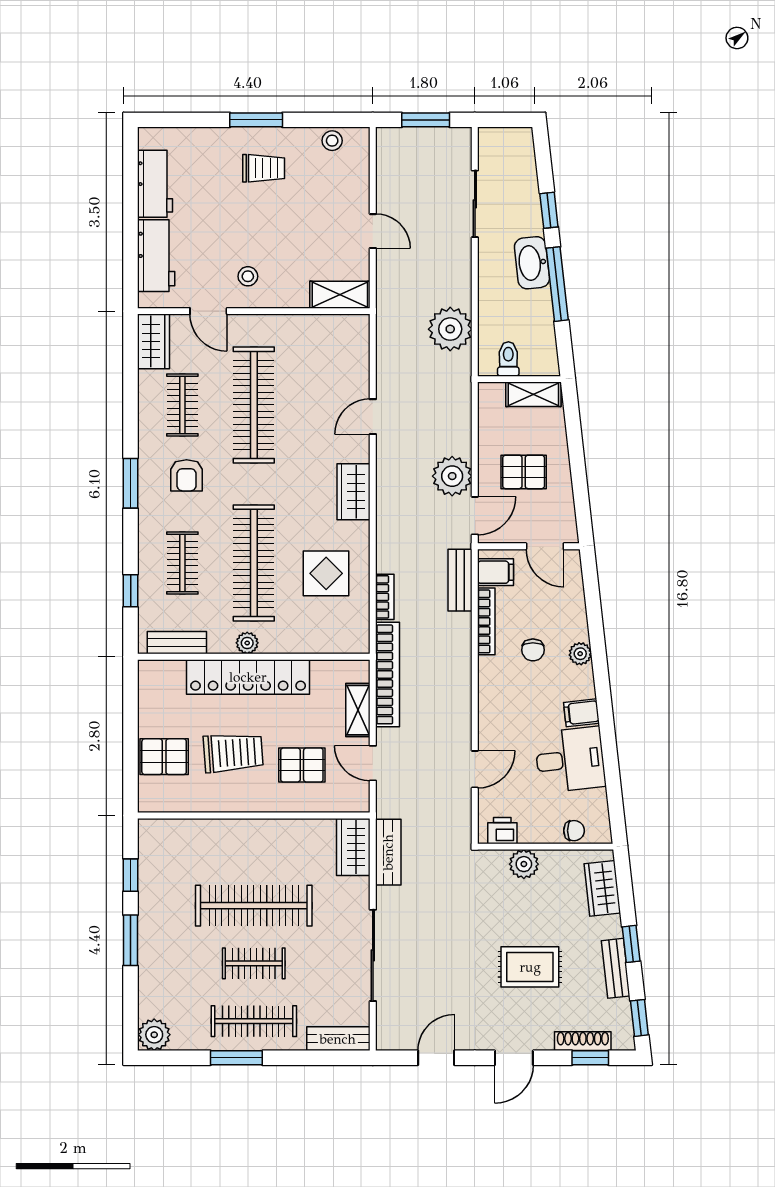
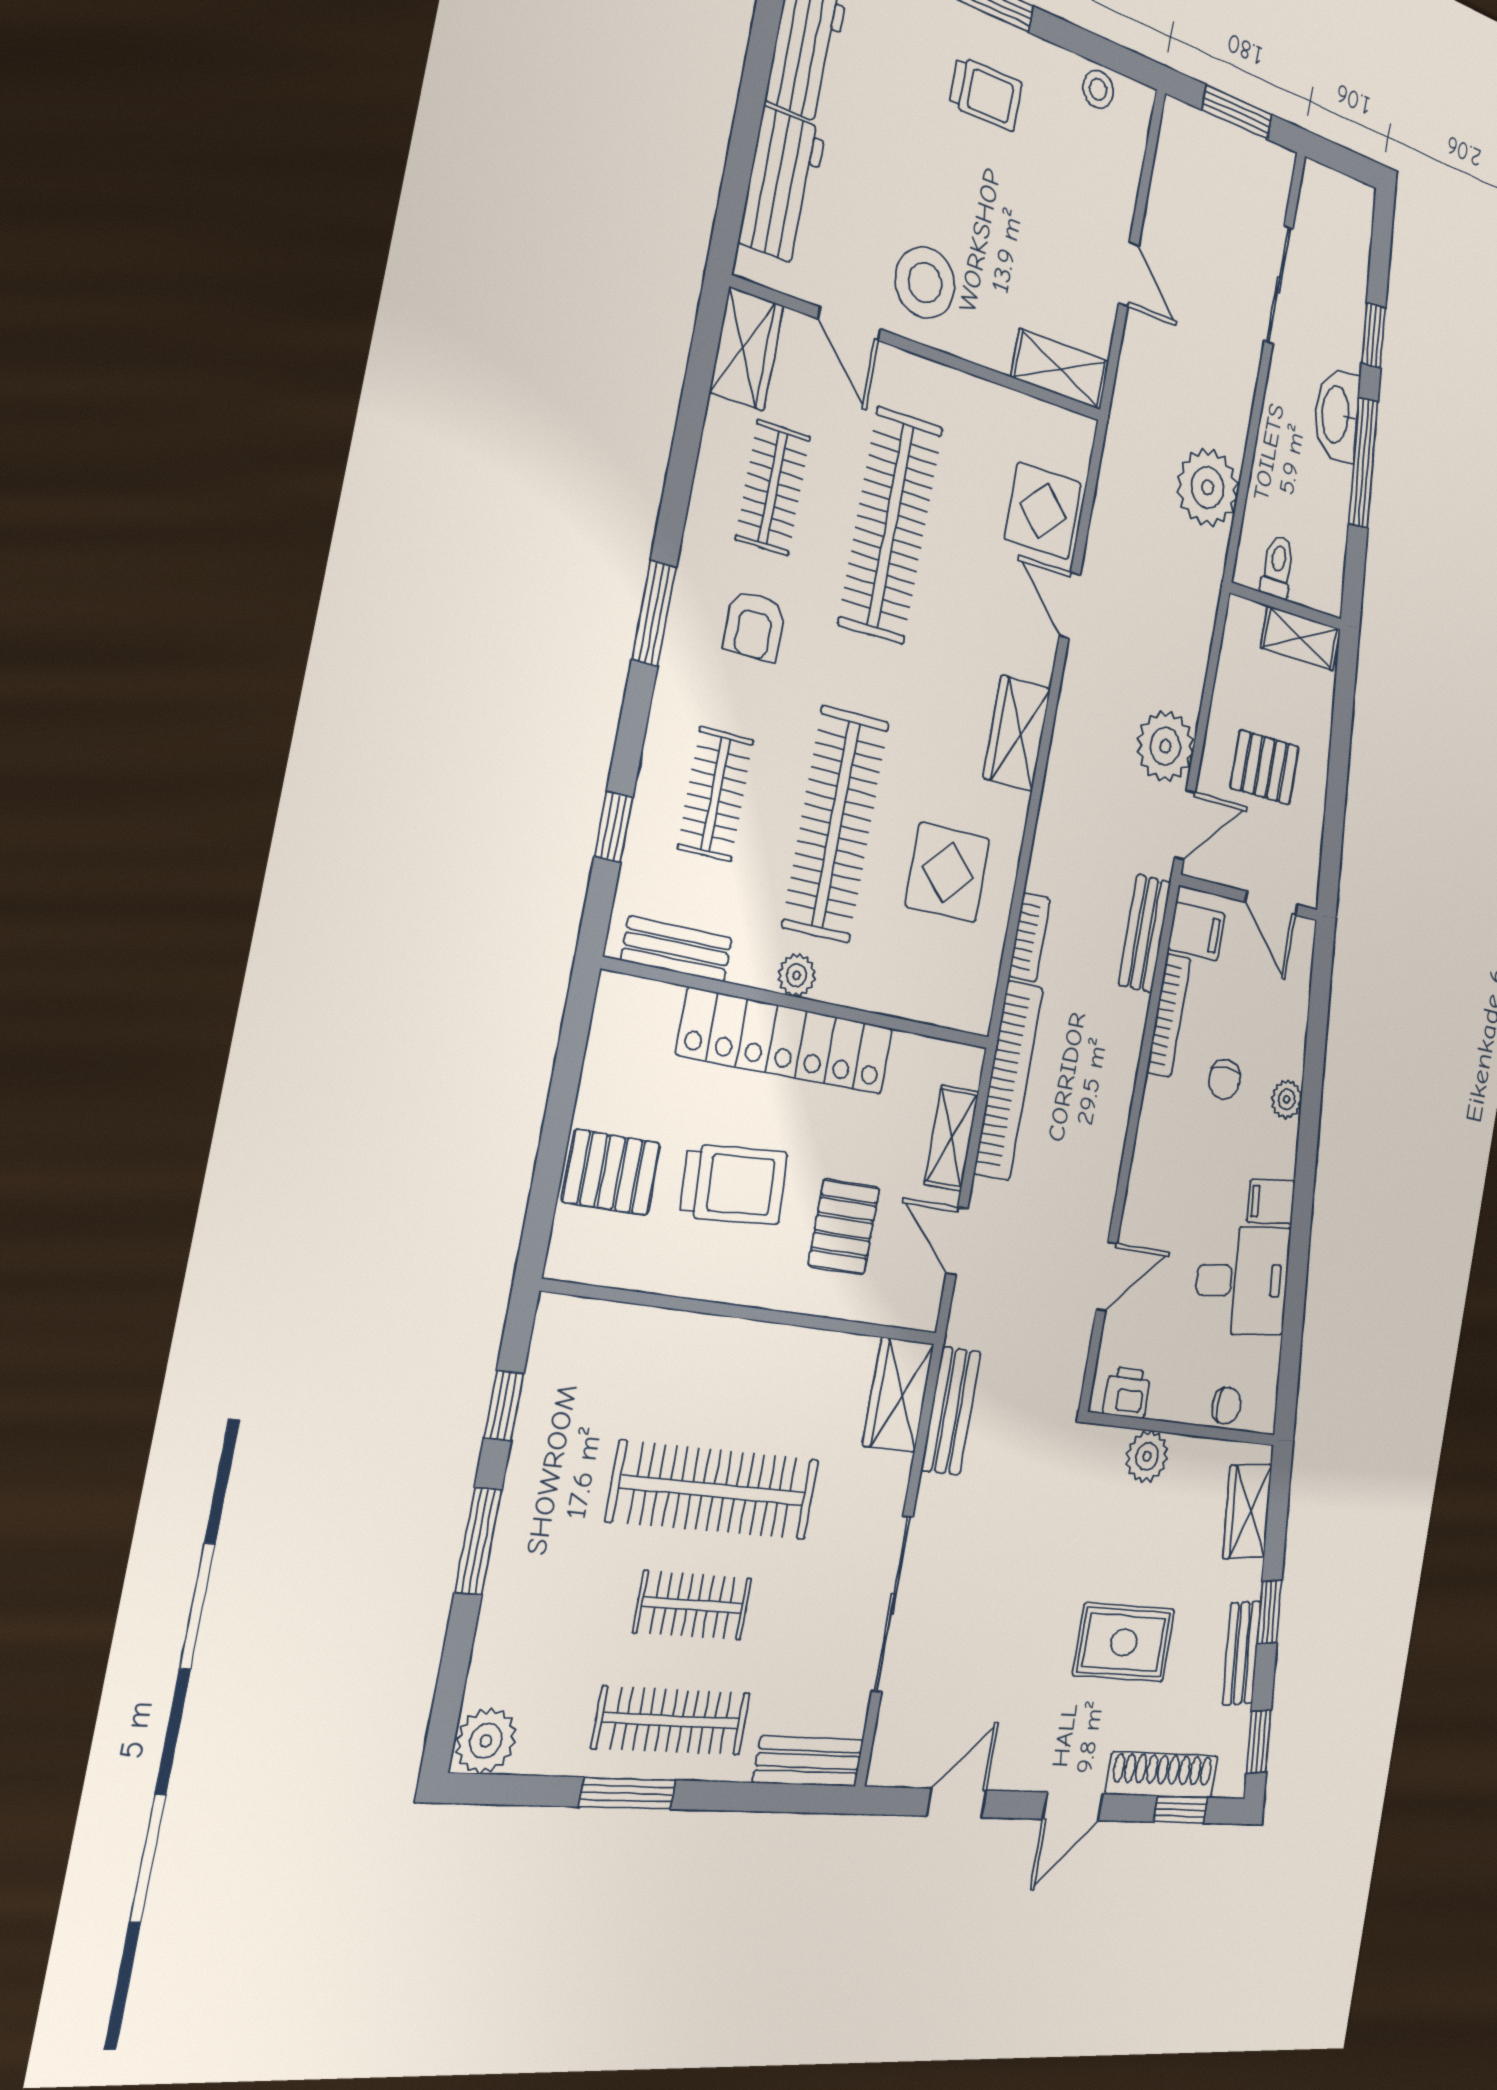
stool: (248, 276) -> (925, 283), width x1.89, depth x1.89
display table: (345, 372) -> (1043, 511), added
door: (373, 417) -> (1070, 606), hinge flipped
pallet: (302, 765) -> (844, 1227), turned 90
shoe rack: (583, 1041) -> (1162, 1775), width x1.36, depth x1.24

